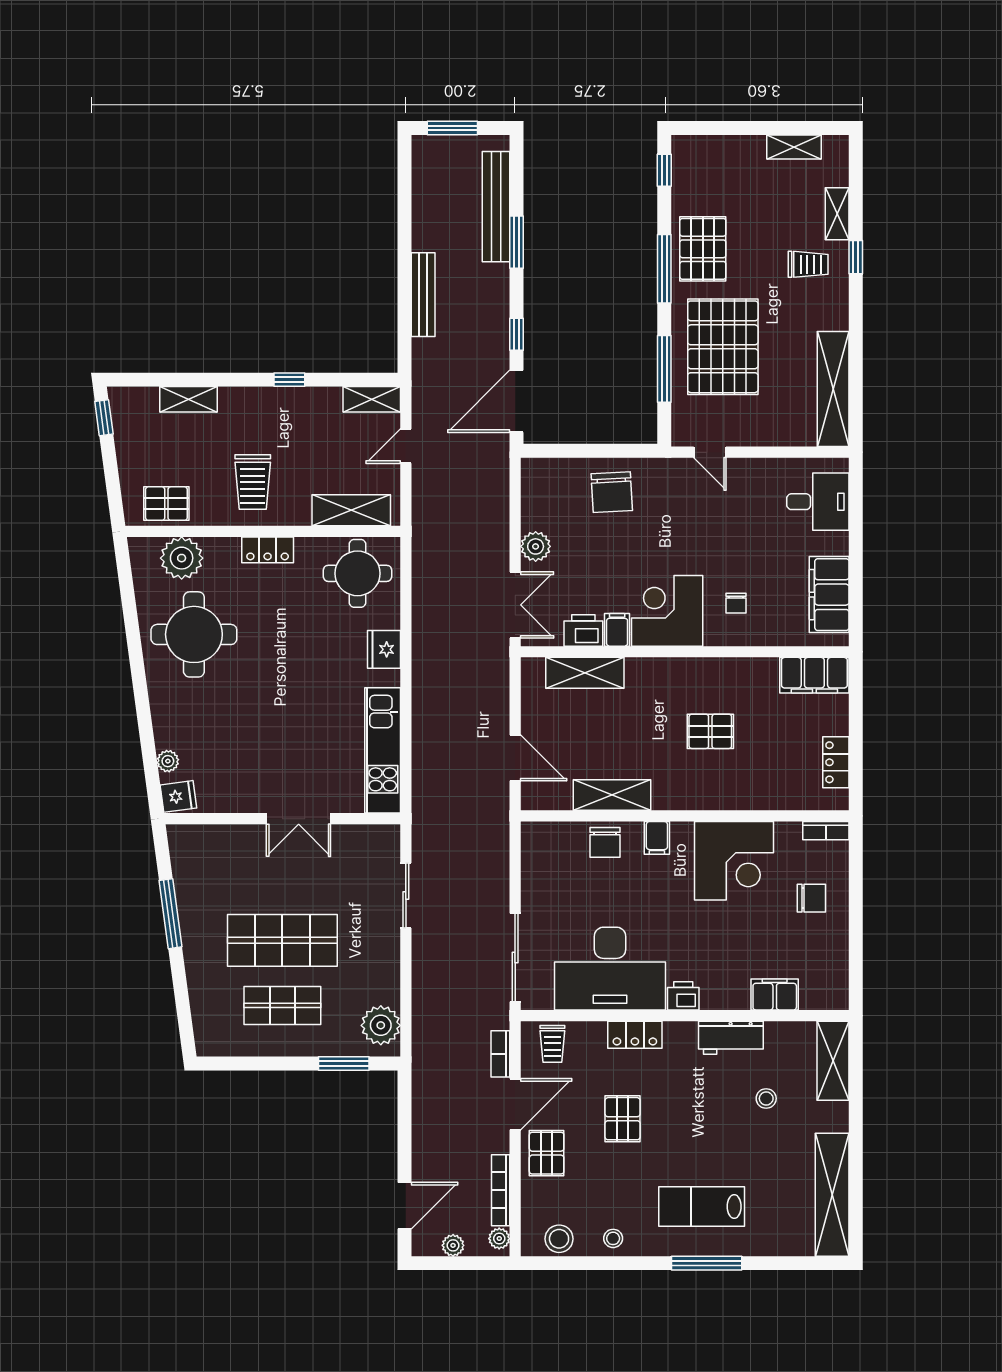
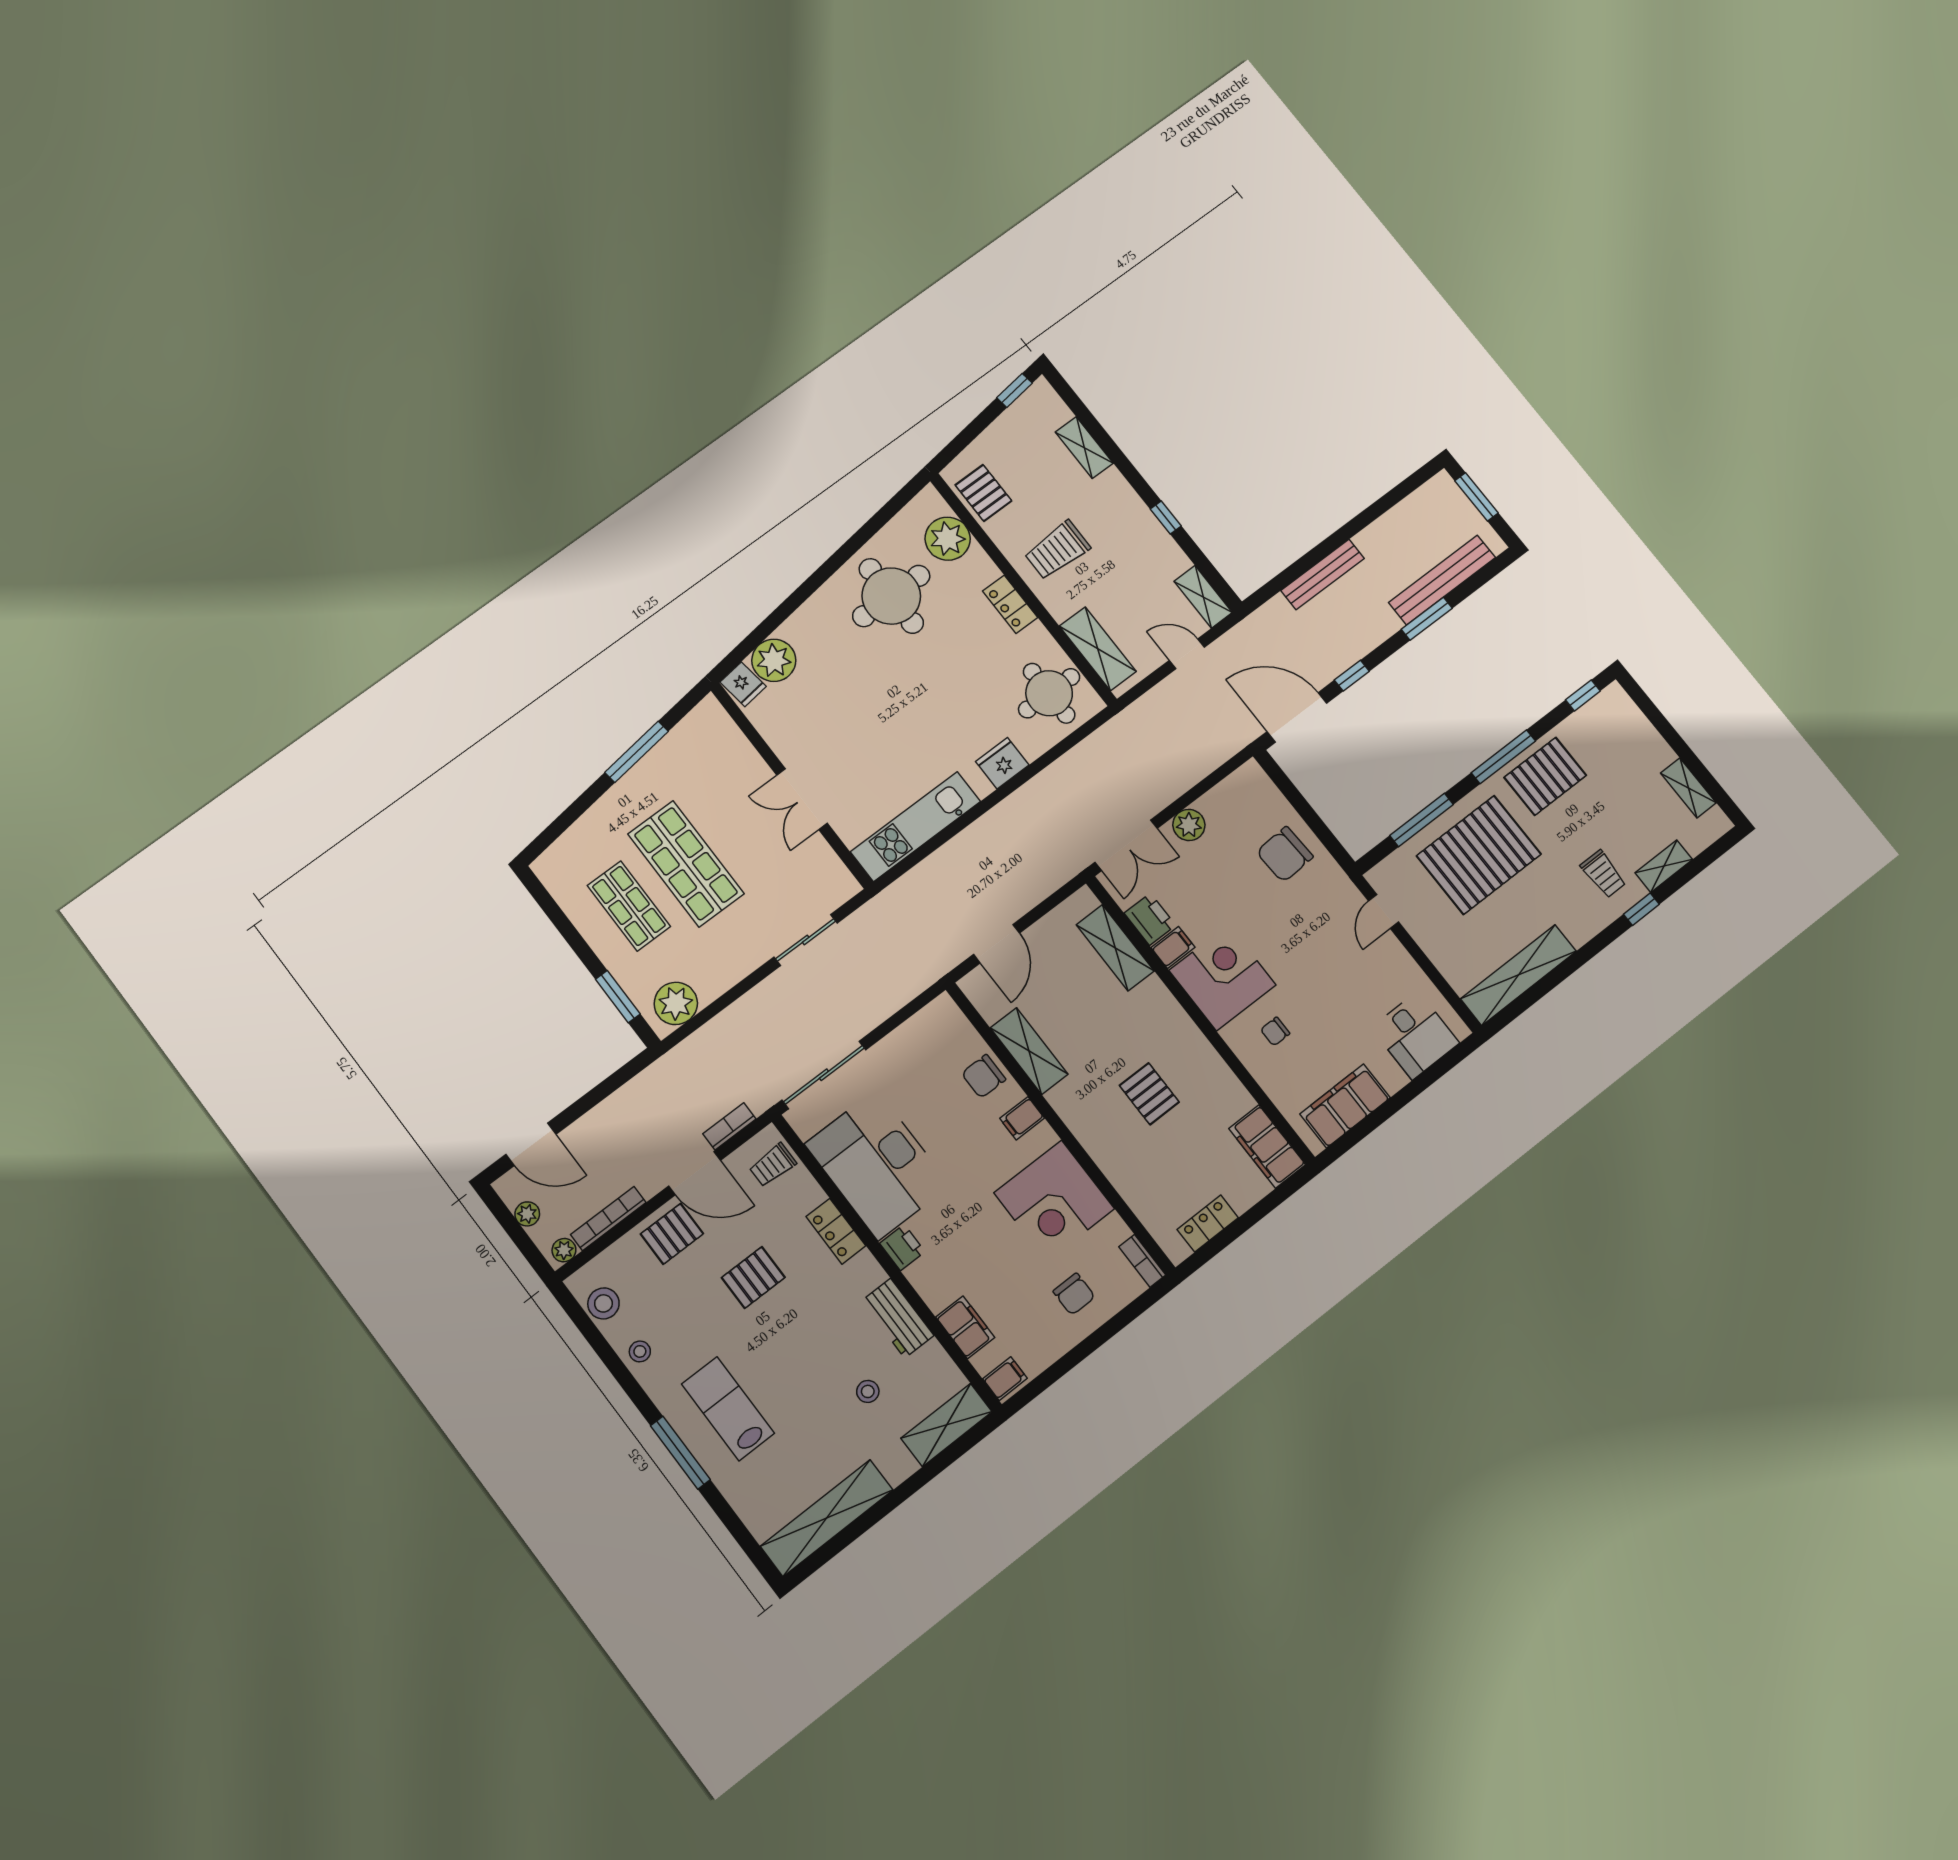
plant: (168, 761) -> (774, 660), width x1.87, depth x1.87
filing cabinet: (833, 994) -> (1005, 1379), added

